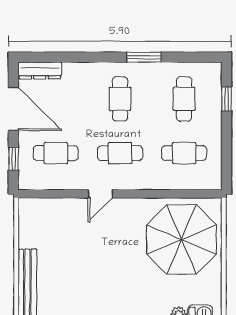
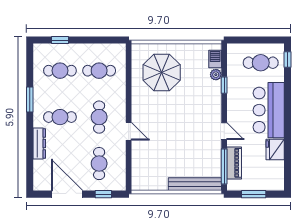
dresser: (40, 70) -> (39, 144), moved
door: (13, 109) -> (67, 194), hinge flipped
cafe table: (184, 153) -> (99, 71), turned 90
parasol: (182, 240) -> (162, 73), width x0.73, depth x0.73

